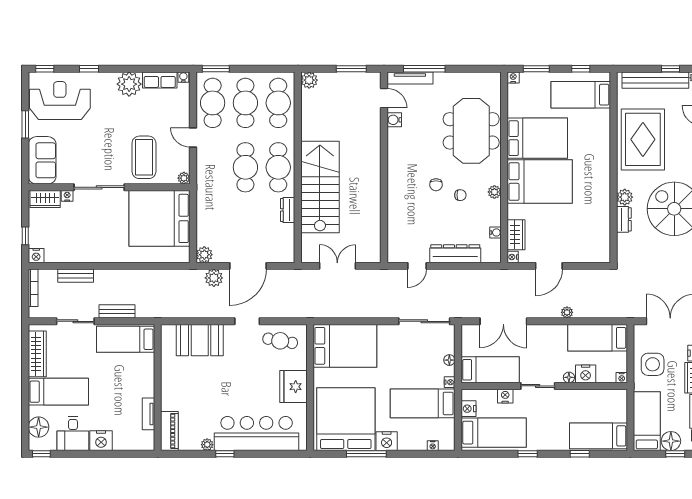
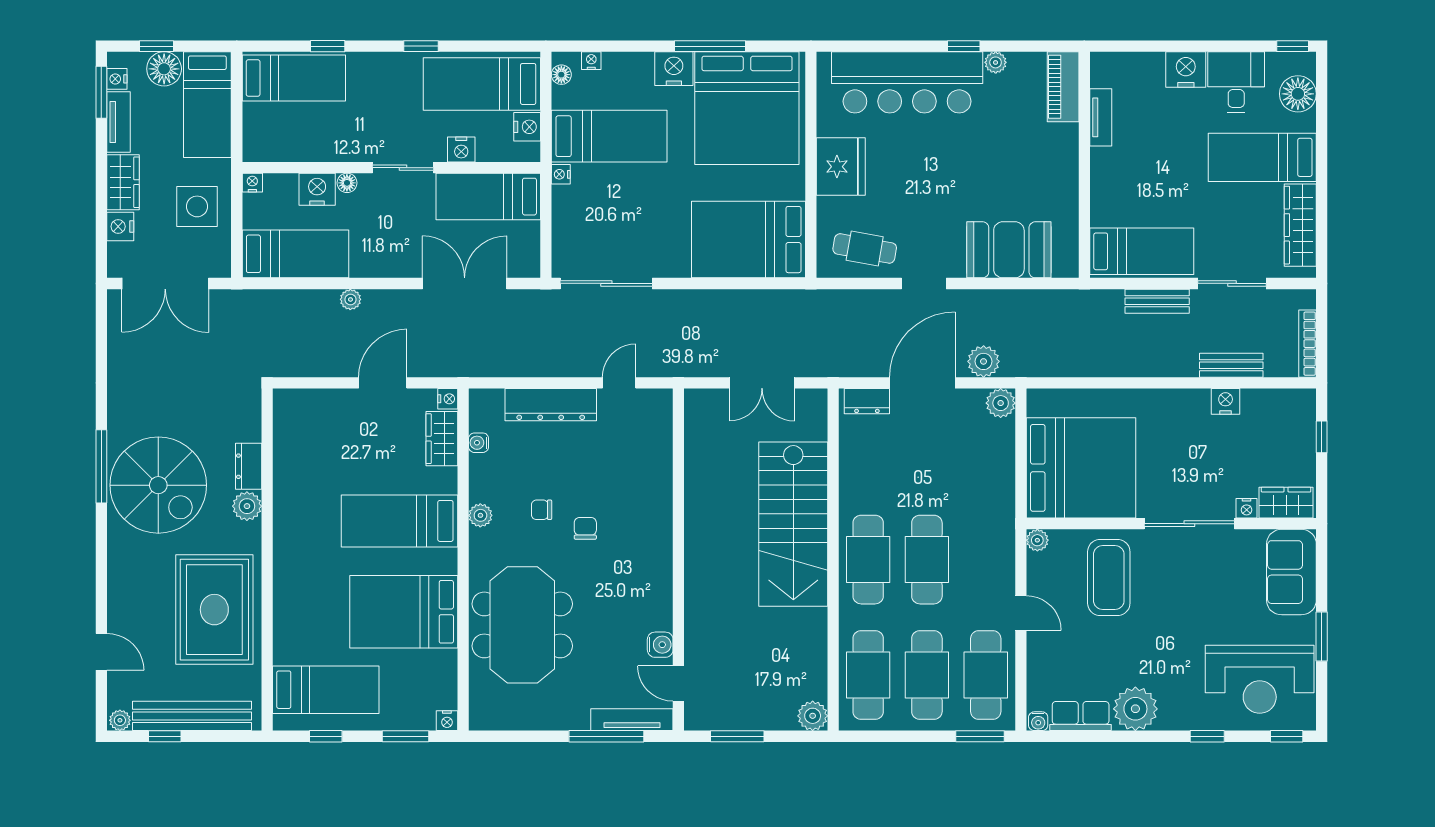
bed: (540, 182) -> (399, 521), width x0.67
dresser: (288, 210) -> (867, 401), moved, turned 90
nightstand: (36, 256) -> (1226, 401), moved
floor lamp: (449, 360) -> (561, 75), moved

